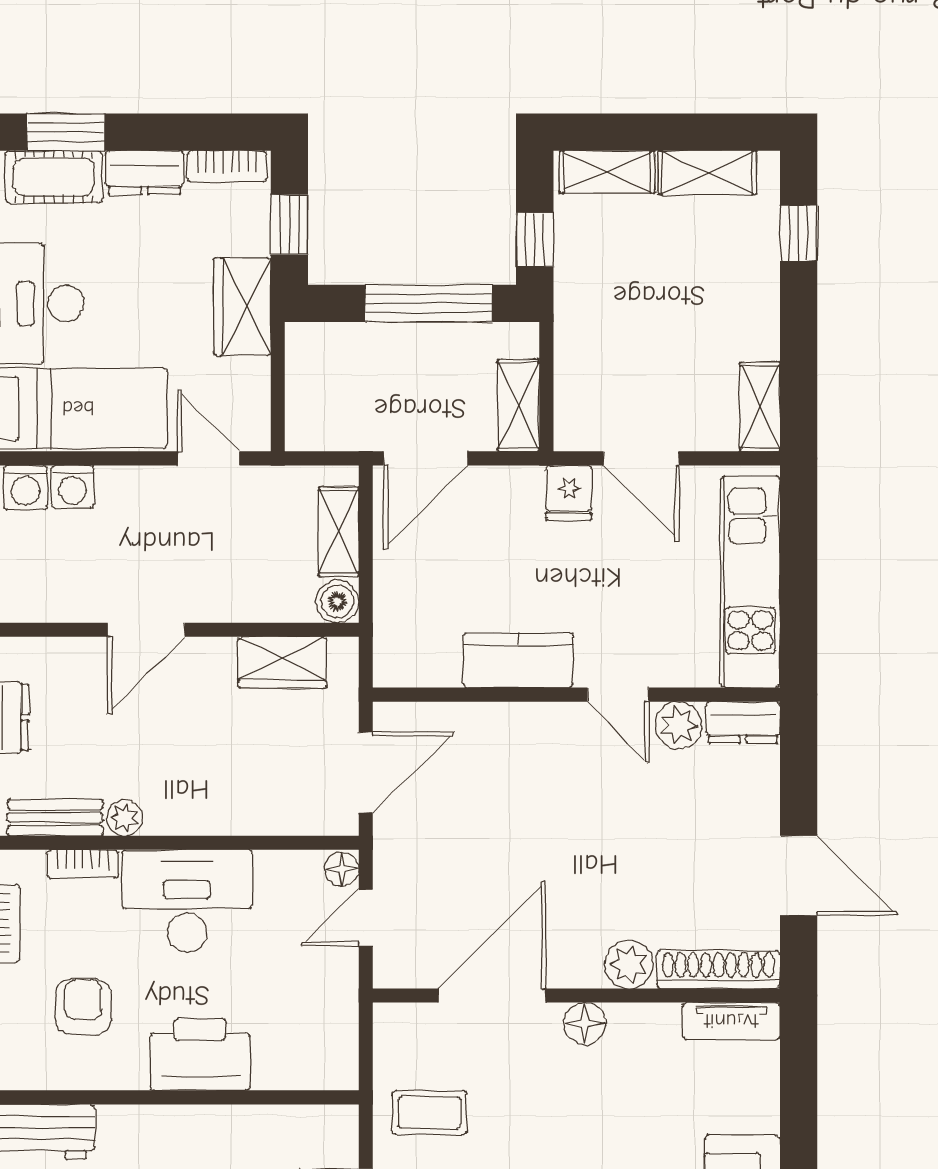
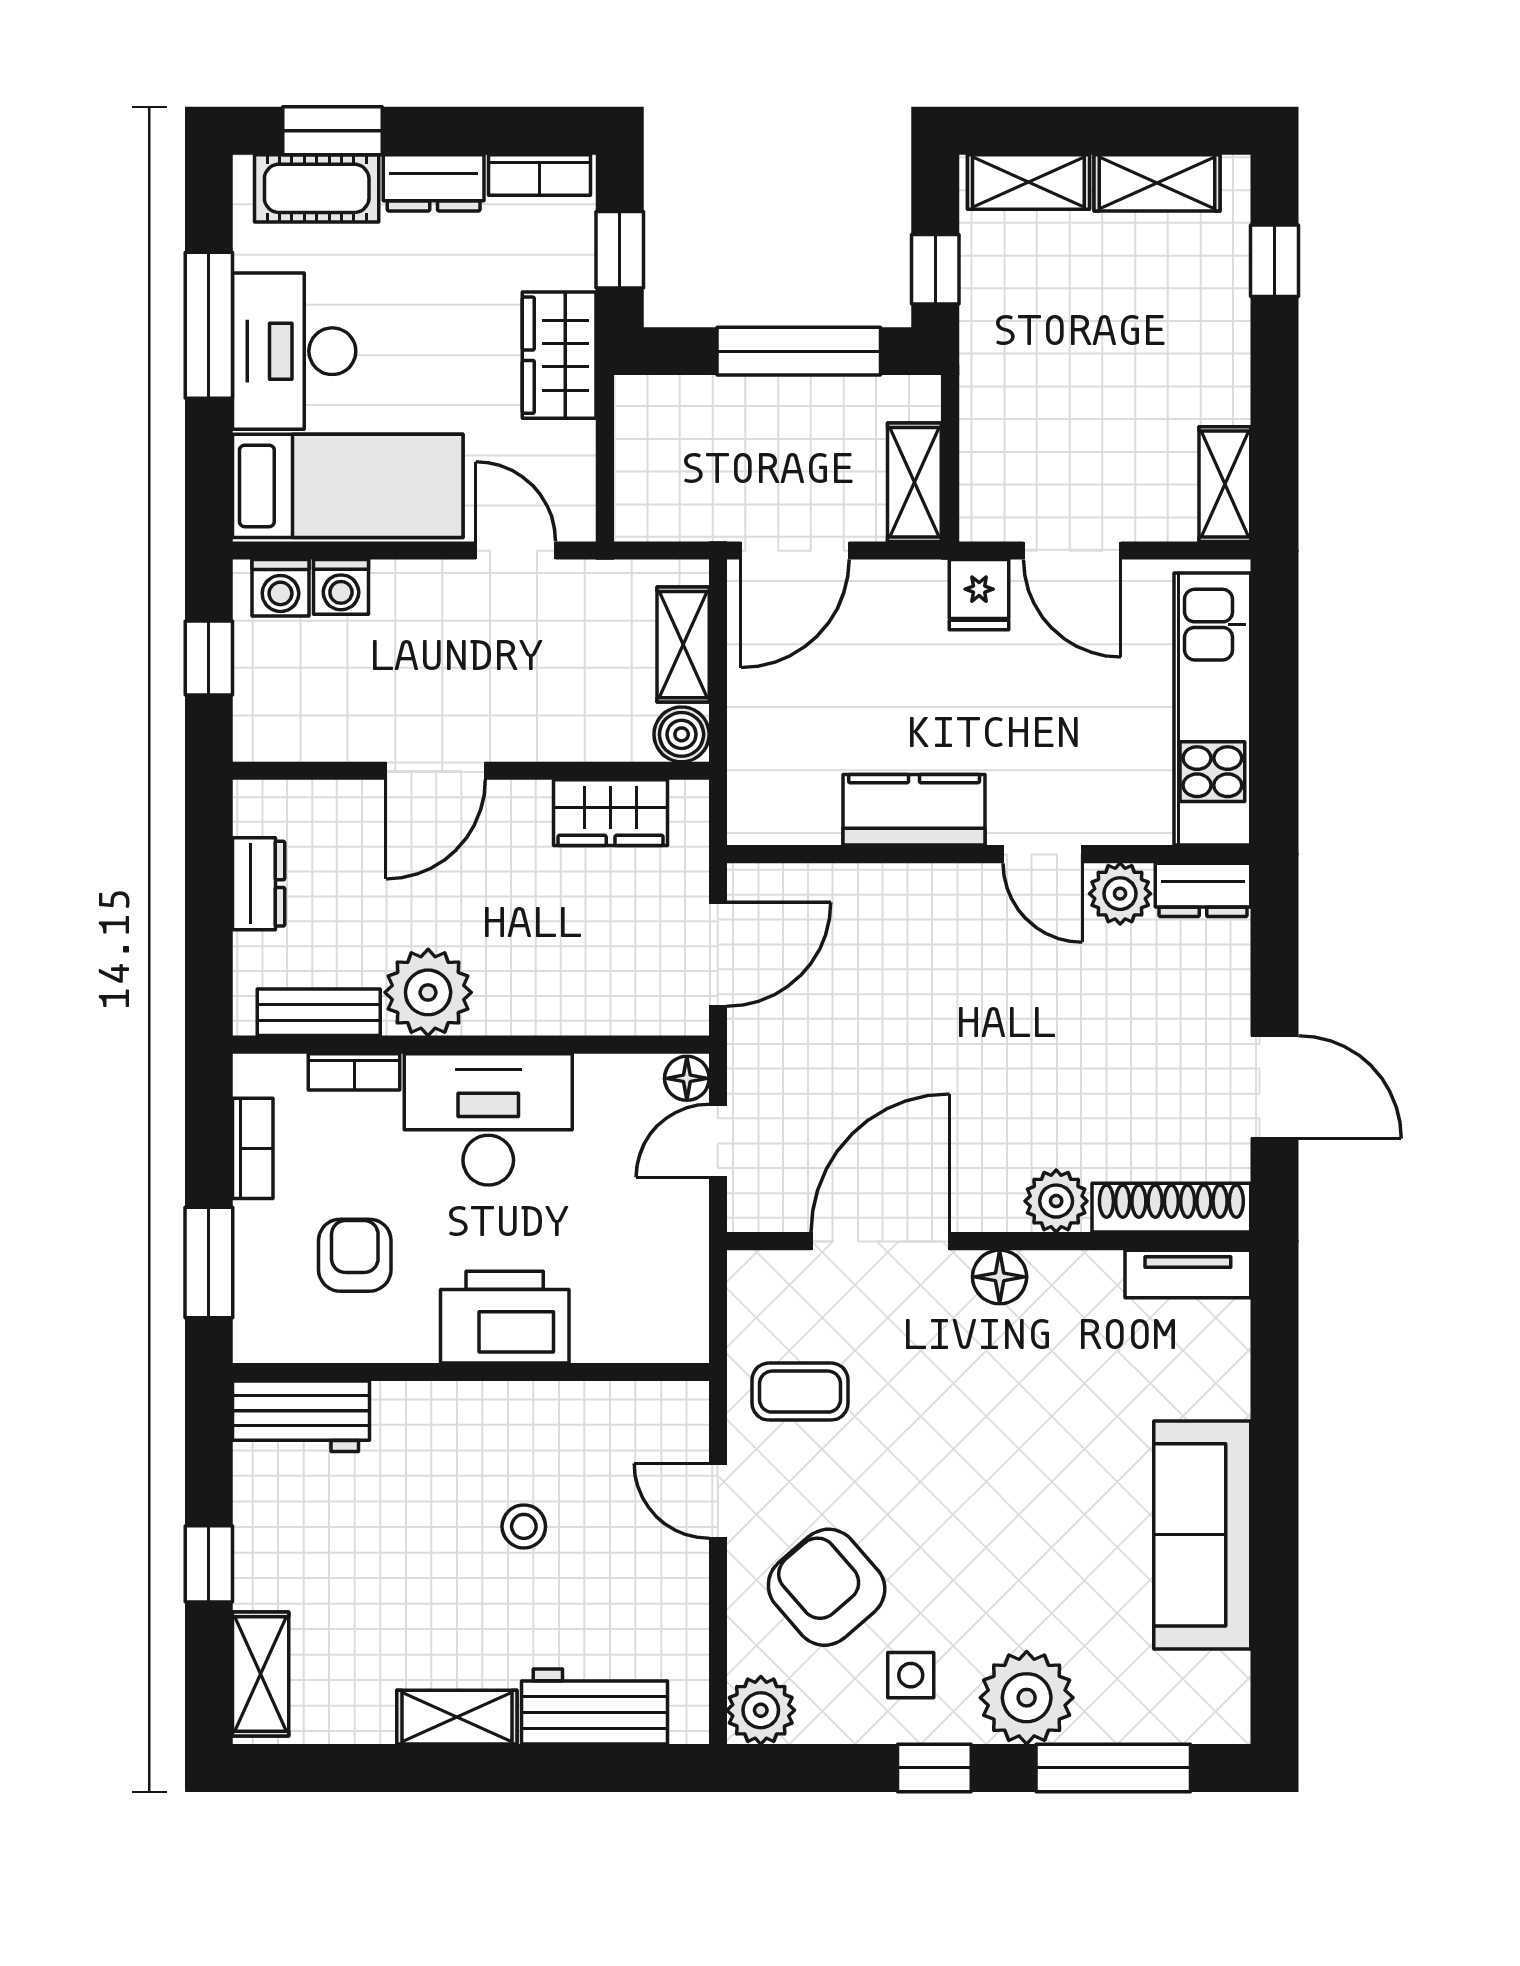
plant: (125, 818) -> (428, 992), width x1.88, depth x1.88

